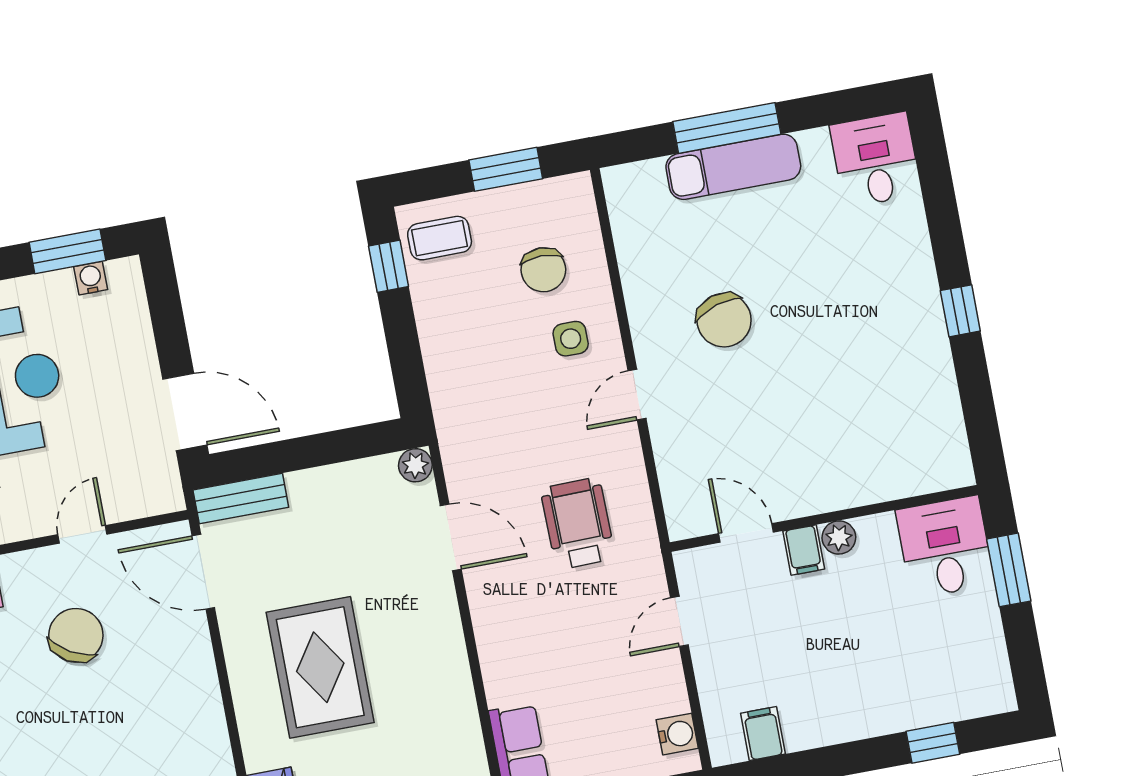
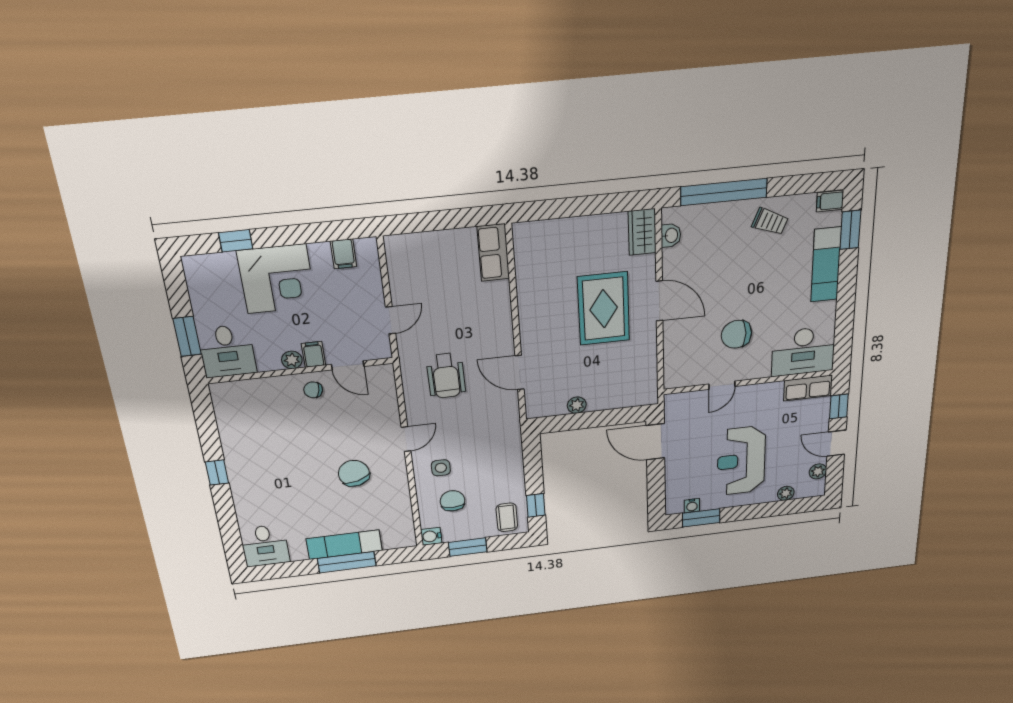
coffee table: (440, 238) -> (507, 517), turned 90
plant: (415, 465) -> (577, 405), moved
chair: (802, 483) -> (313, 390), added
bench: (241, 499) -> (633, 398), removed
door: (203, 572) -> (659, 301), moved
chair: (76, 635) -> (736, 334), turned 60
corner desk: (867, 682) -> (277, 279), added
water cooler: (677, 734) -> (431, 536), moved

